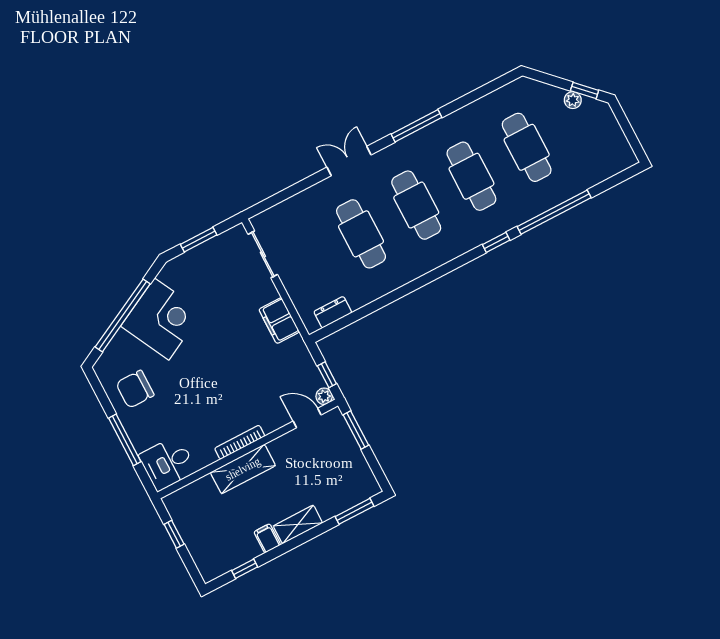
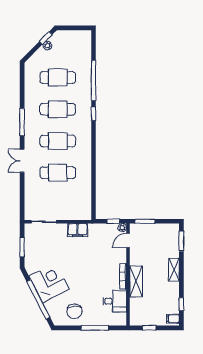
dresser: (333, 312) -> (86, 204), removed
desk: (168, 463) -> (115, 301), moved, turned -90
filing cabinet: (267, 538) -> (173, 319), moved

